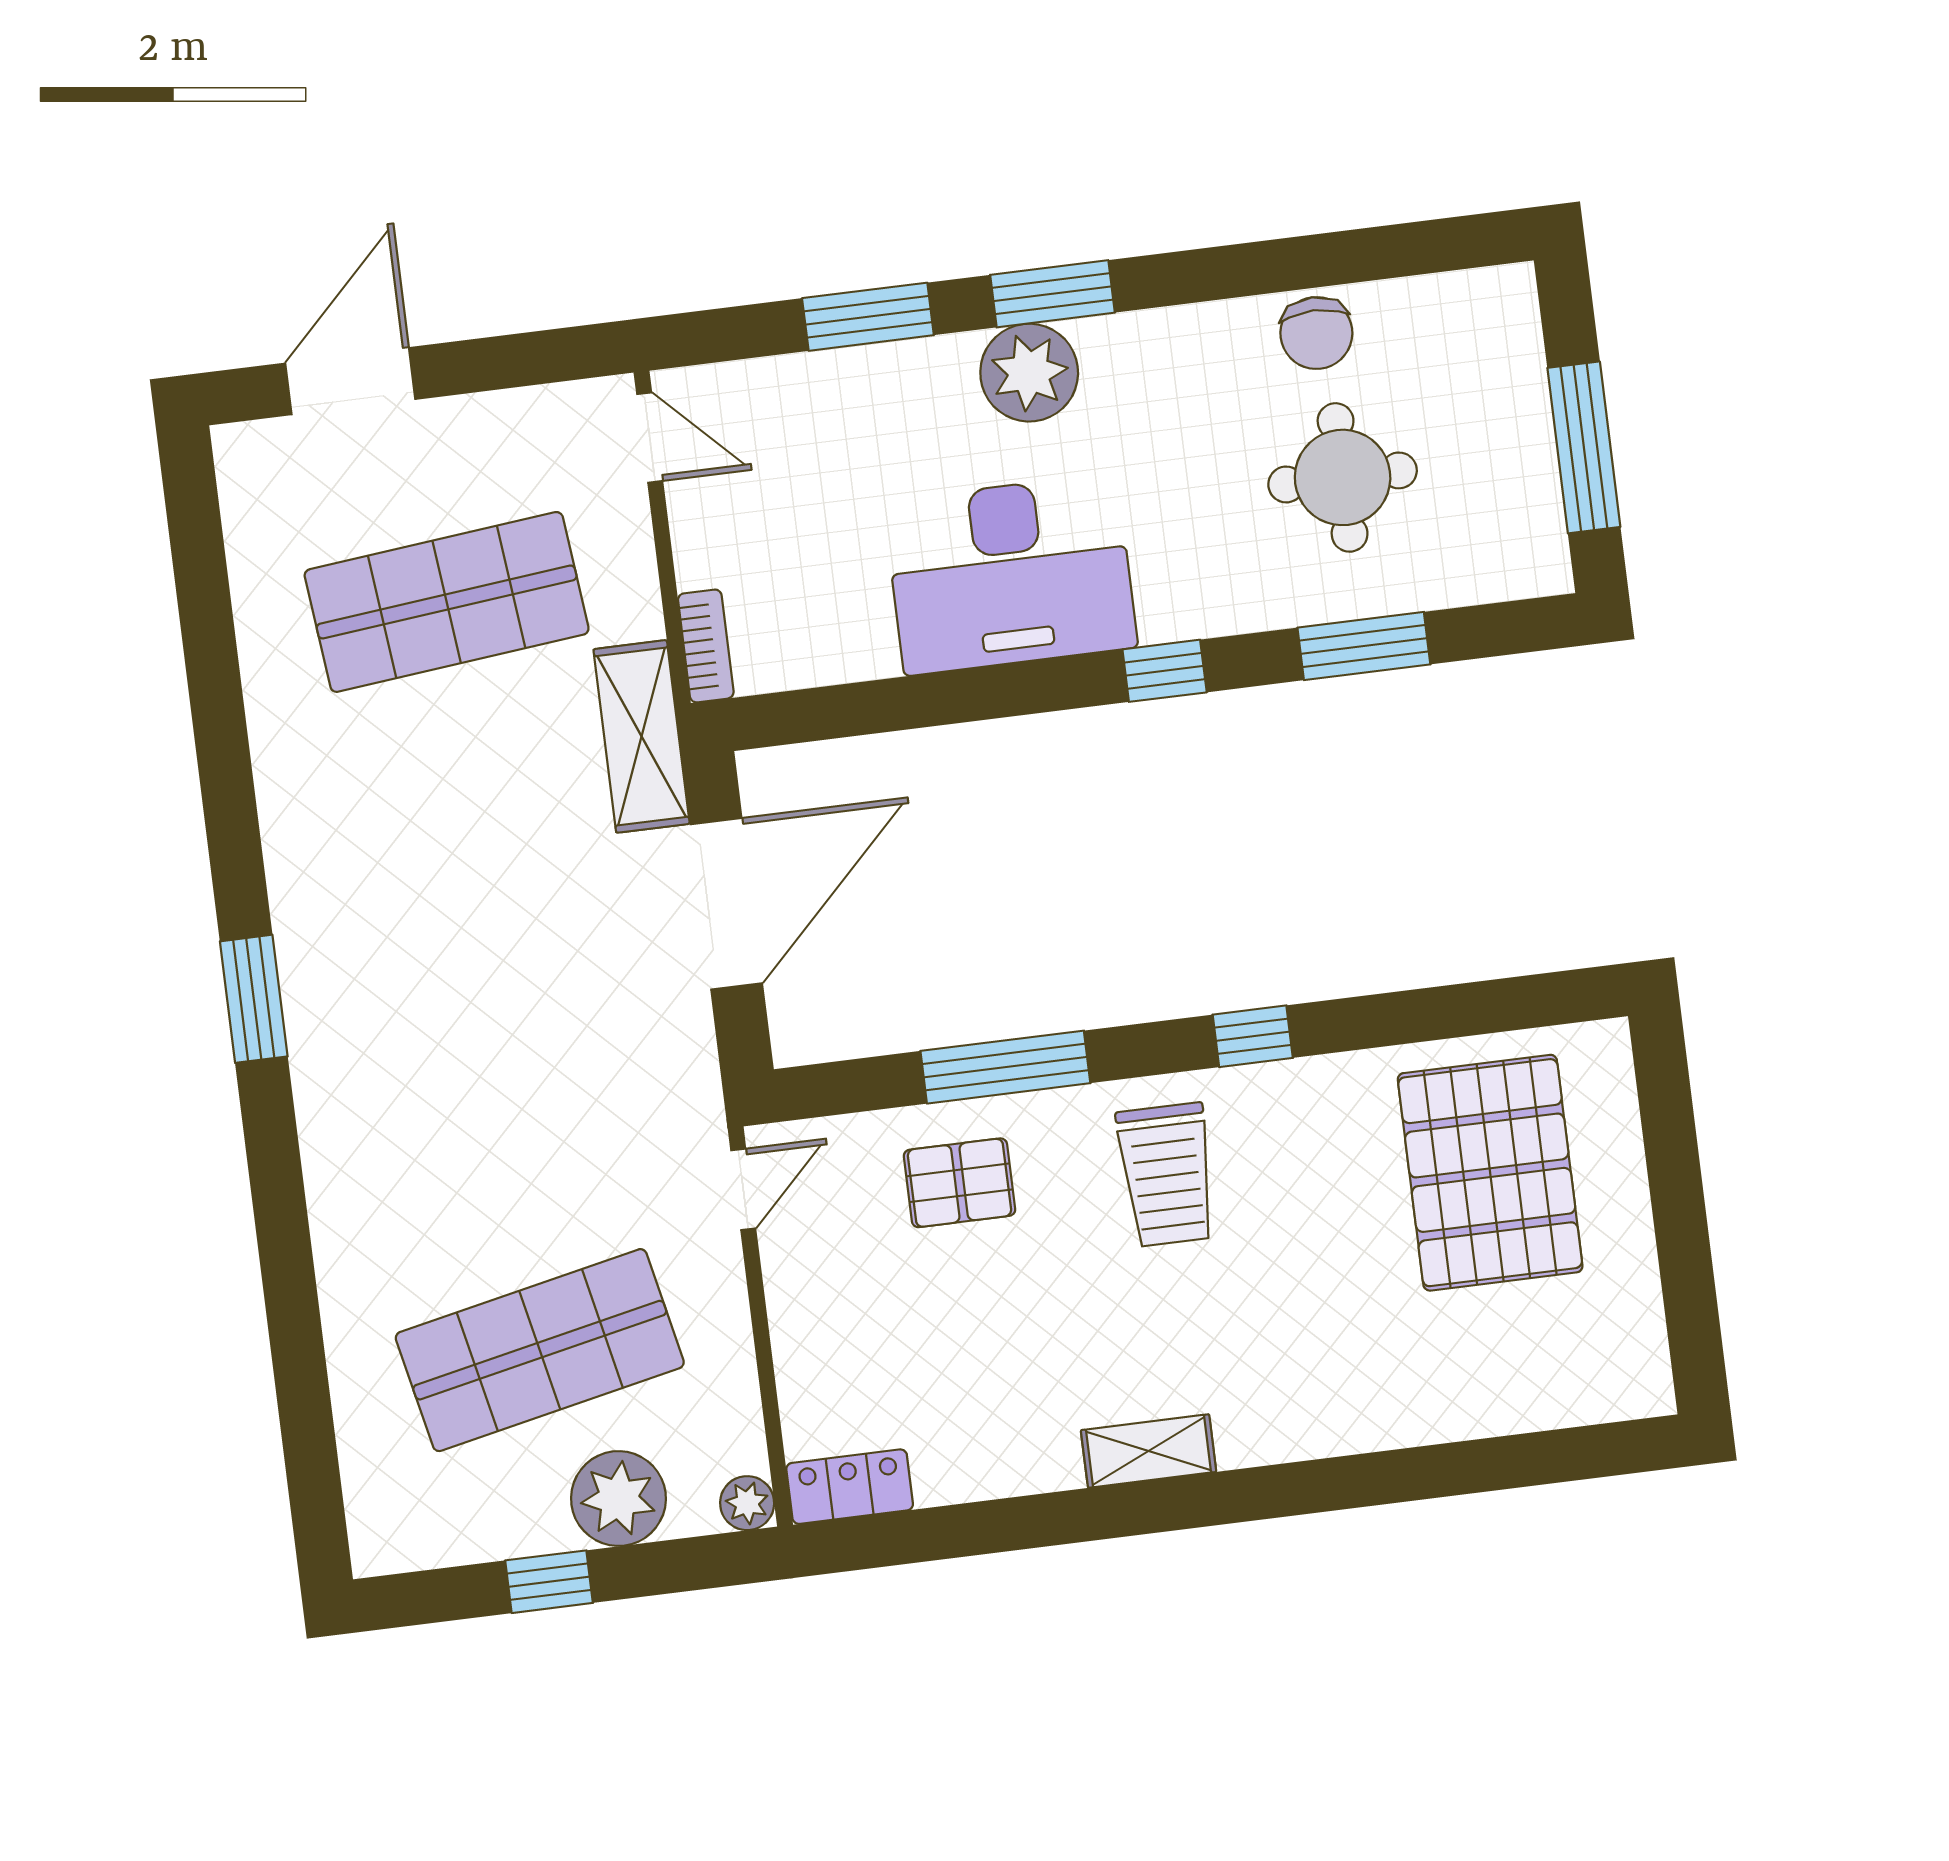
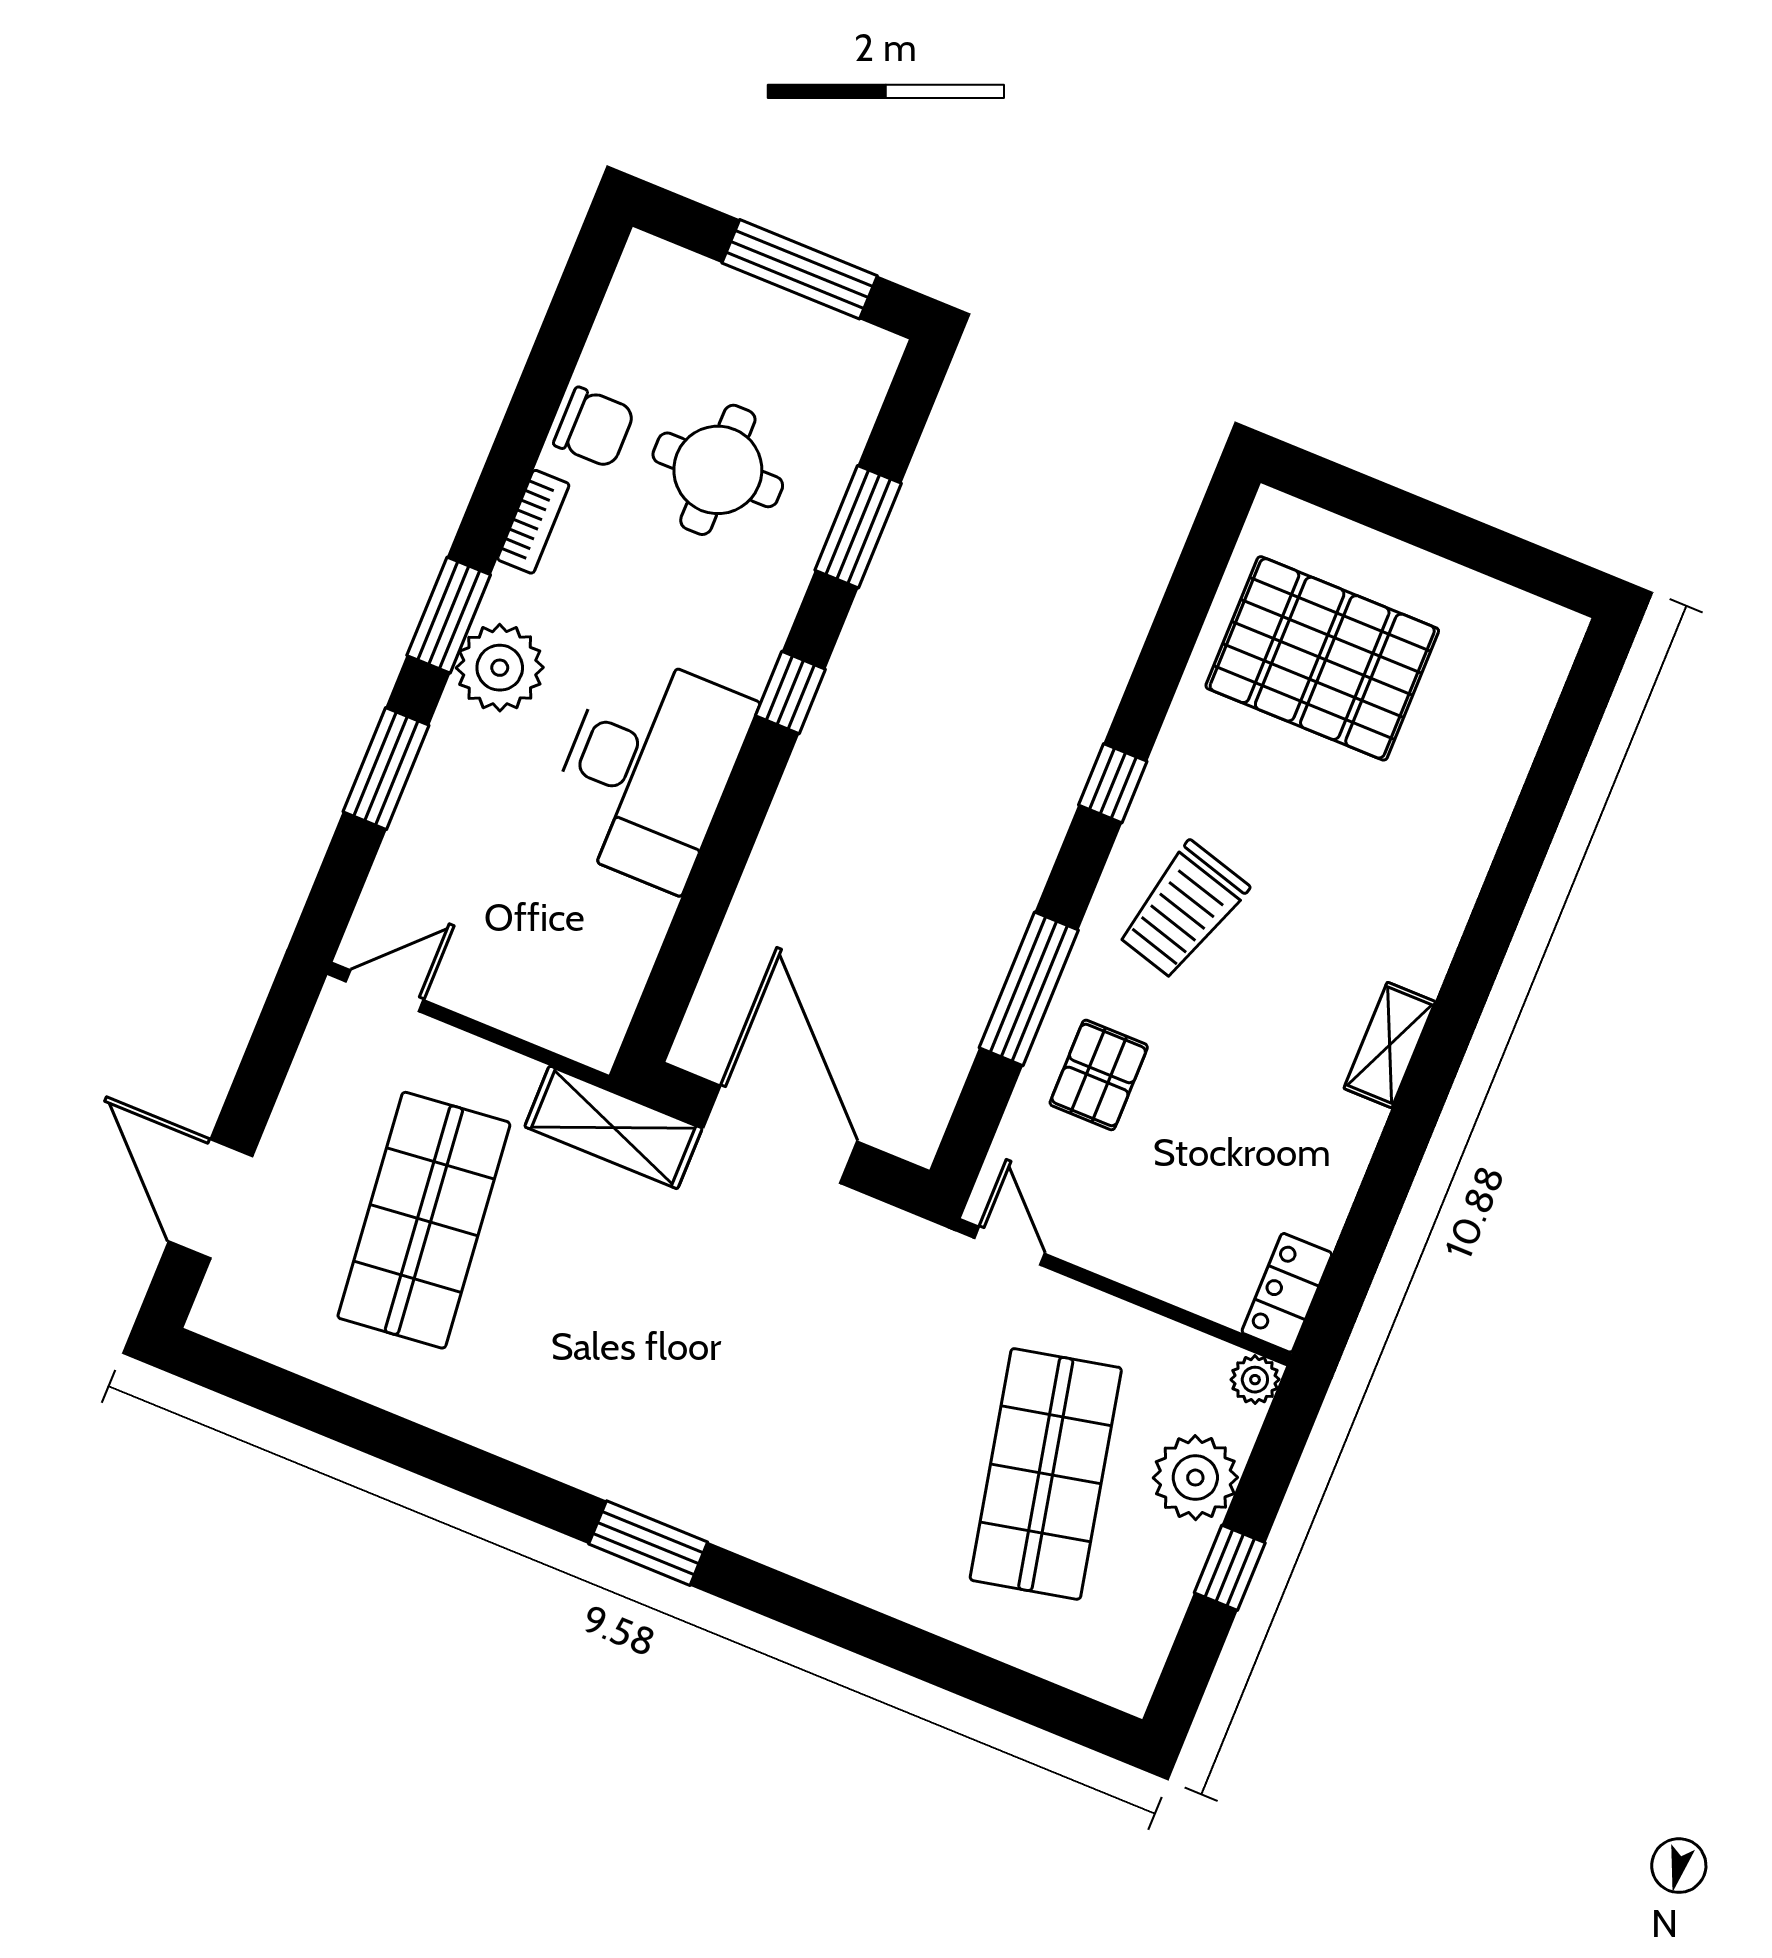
bookcase: (706, 646) -> (533, 522), moved, turned 90
trolley: (1167, 1175) -> (1183, 910), turned 106

